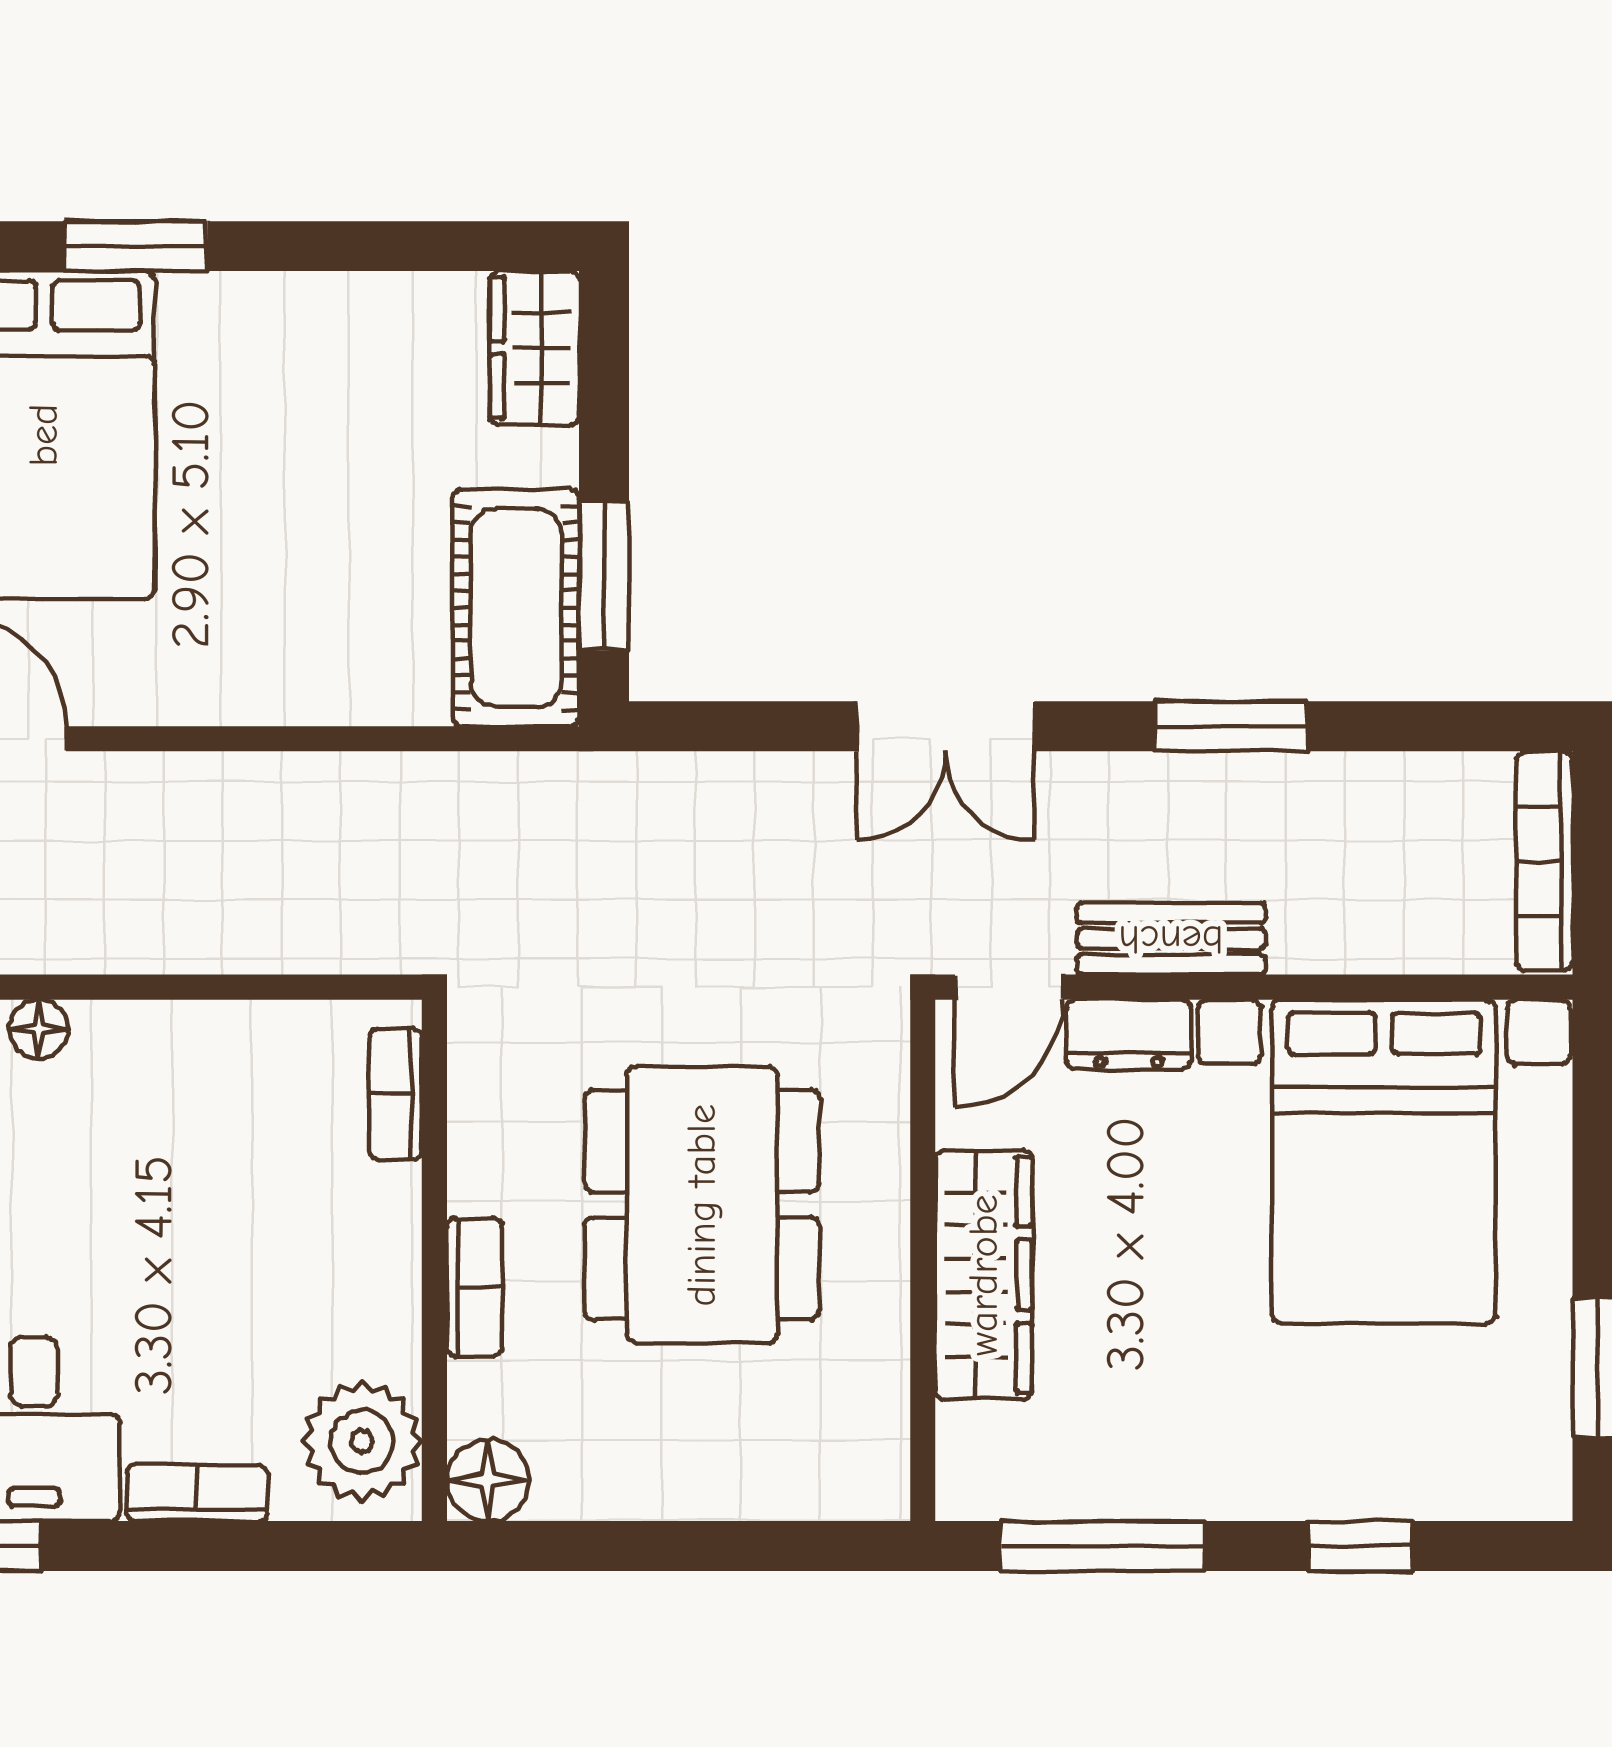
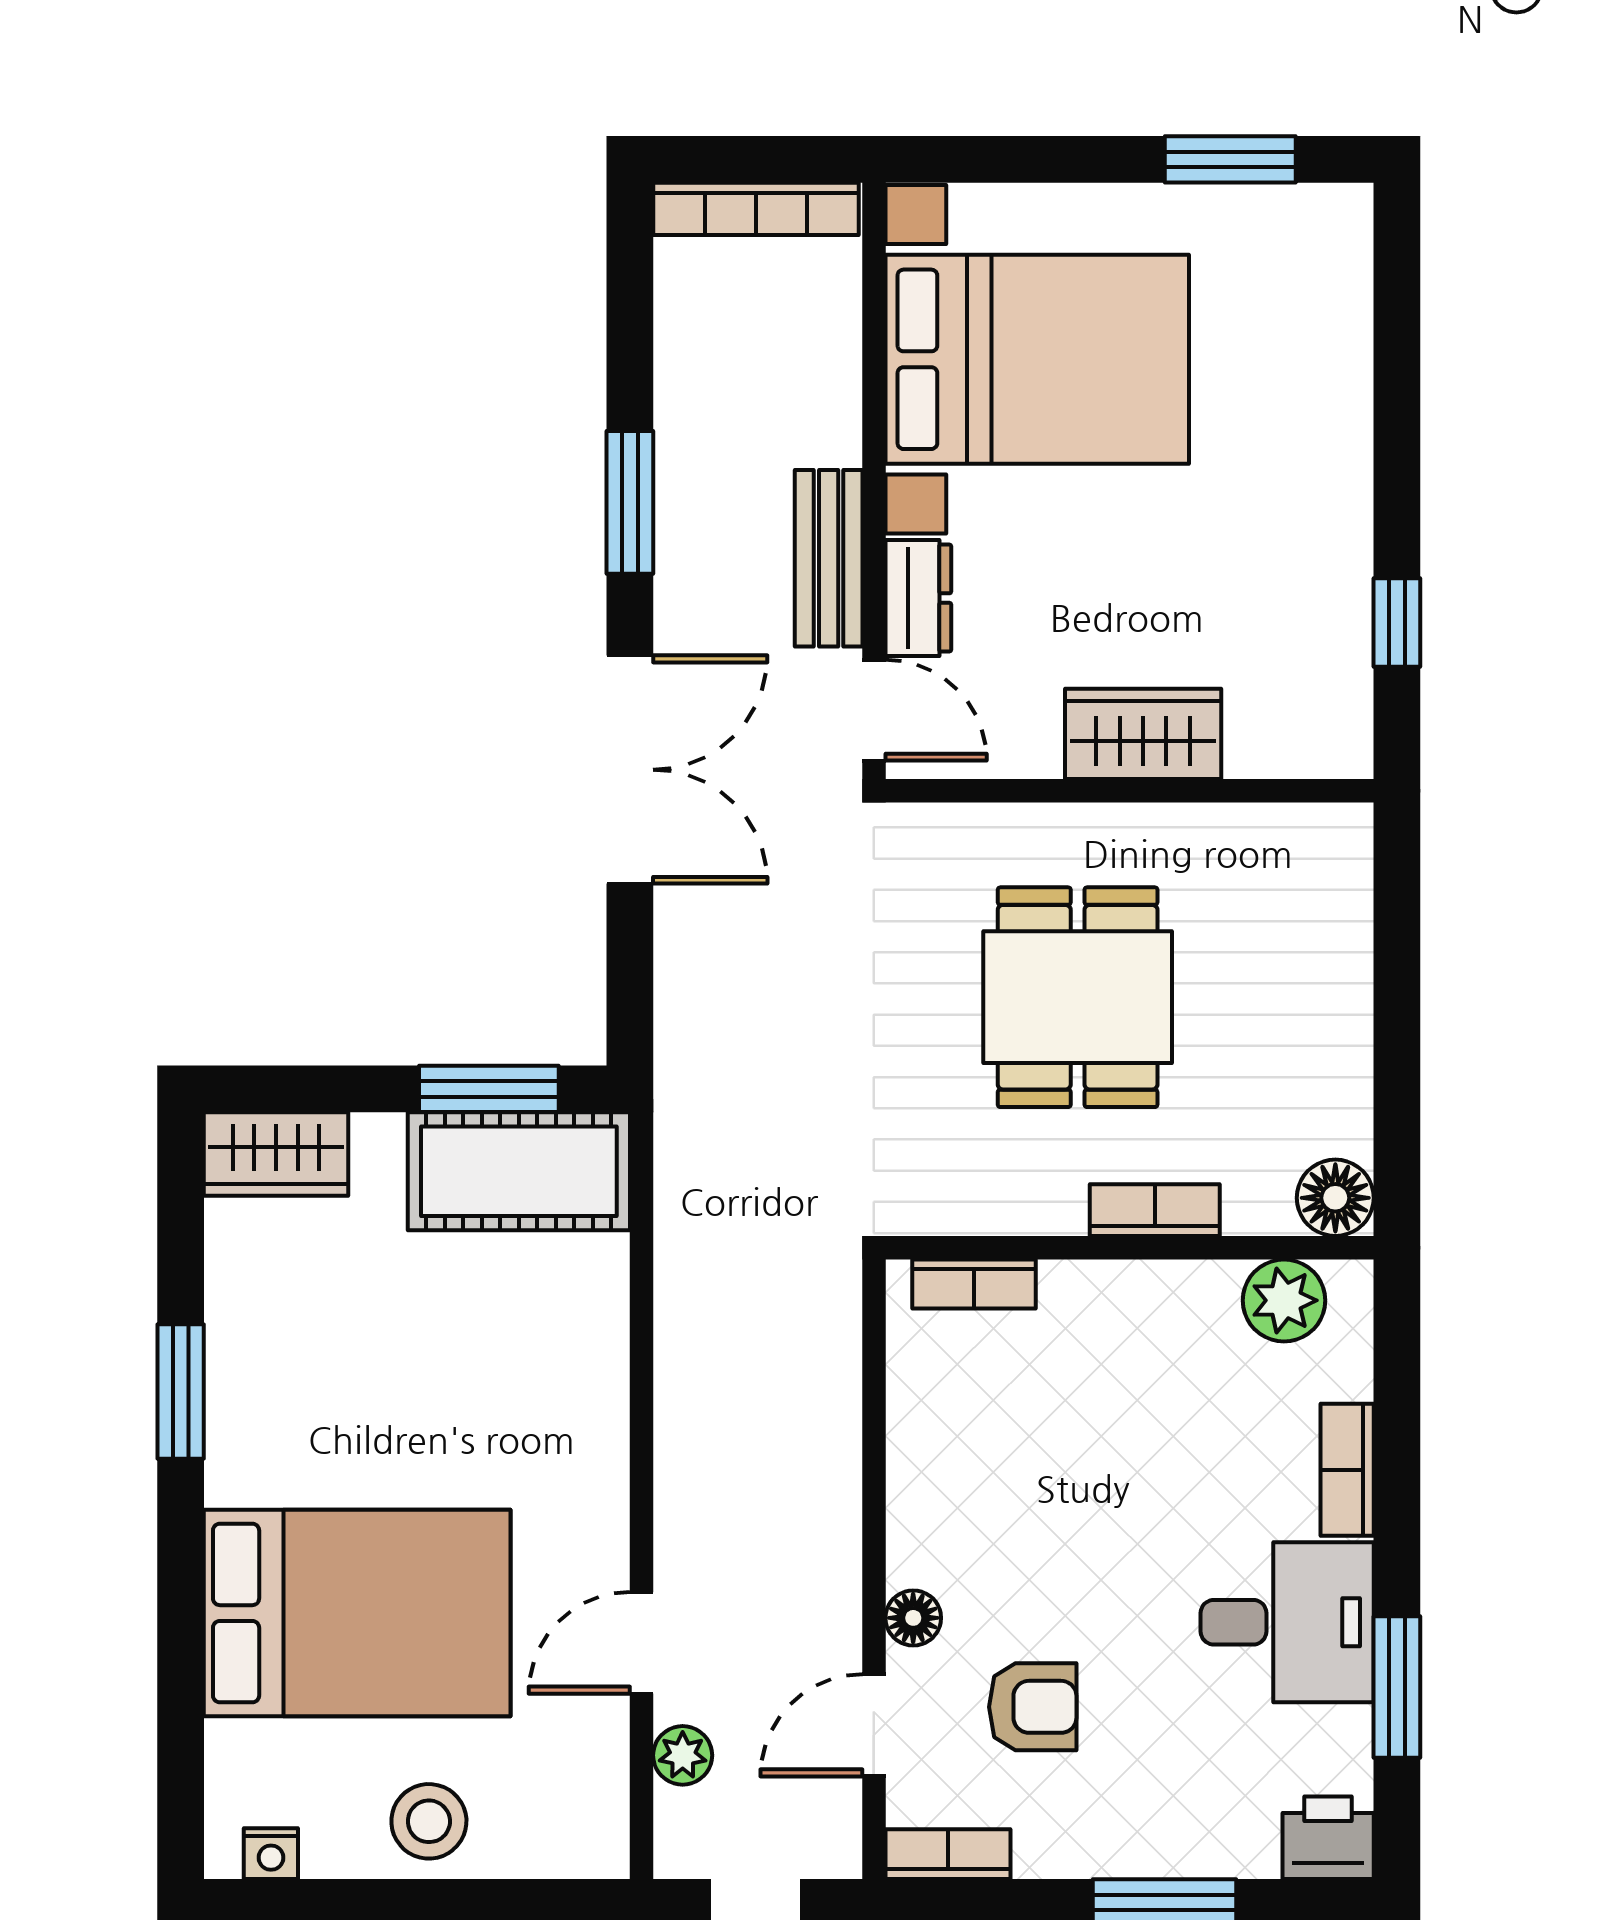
window: (135, 246) -> (181, 1392), moved
double door: (945, 726) -> (630, 770), width x1.37
dining table: (702, 1205) -> (1078, 997), width x0.73
wardrobe: (984, 1275) -> (1143, 734), width x0.67
plant: (362, 1441) -> (1284, 1300), width x0.73, depth x0.73
window: (1103, 1546) -> (1397, 623), width x0.46
window: (1360, 1546) -> (1397, 381), removed

